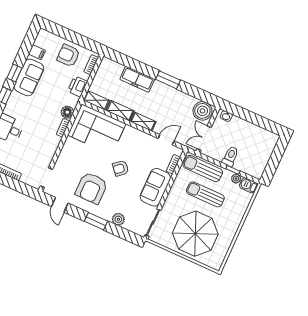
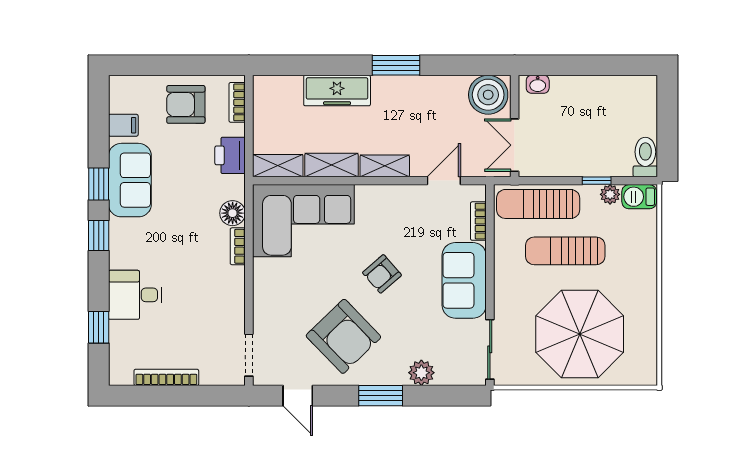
toilet: (230, 156) -> (645, 157), moved
armchair: (91, 188) -> (343, 336), turned -44

